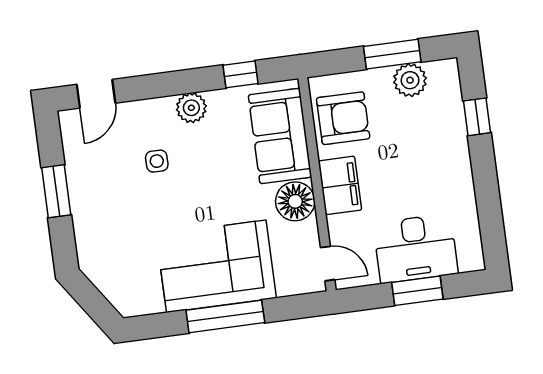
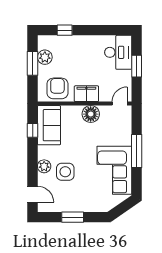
plant: (191, 108) -> (44, 166), moved
sofa: (280, 136) -> (49, 125), moved, turned -90
side table: (157, 161) -> (65, 172), width x1.87, depth x1.87
desk: (416, 248) -> (118, 52), moved
corner sofa: (216, 266) -> (114, 170), moved

